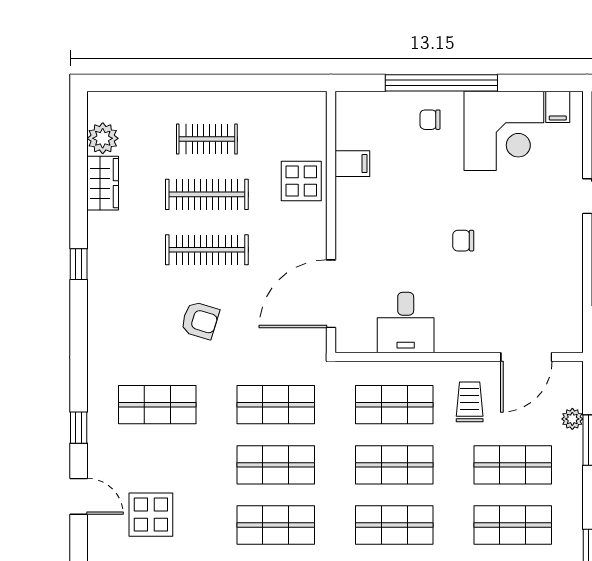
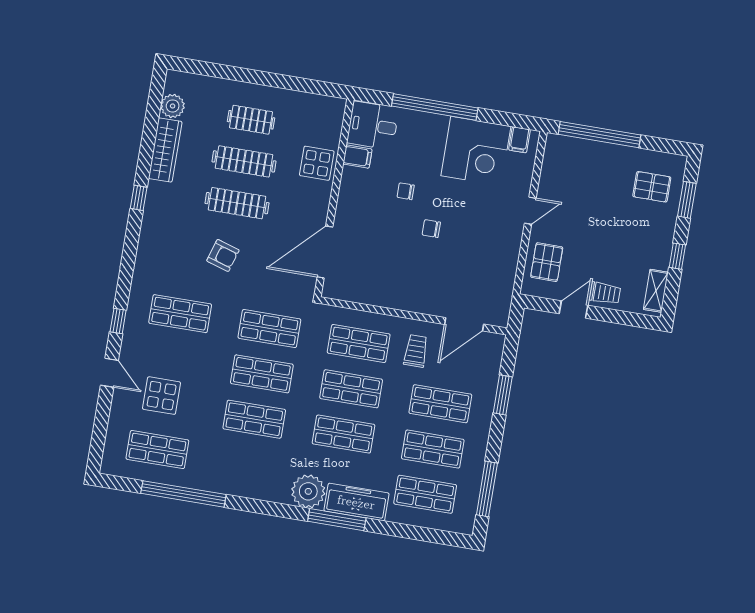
chair: (430, 120) -> (406, 191), moved
wardrobe: (103, 183) -> (165, 150), width x1.50
desk: (406, 323) -> (373, 126), moved, turned 90
plant: (572, 419) -> (491, 377), removed

